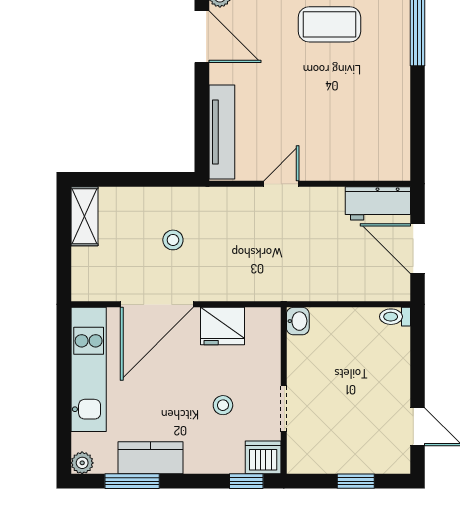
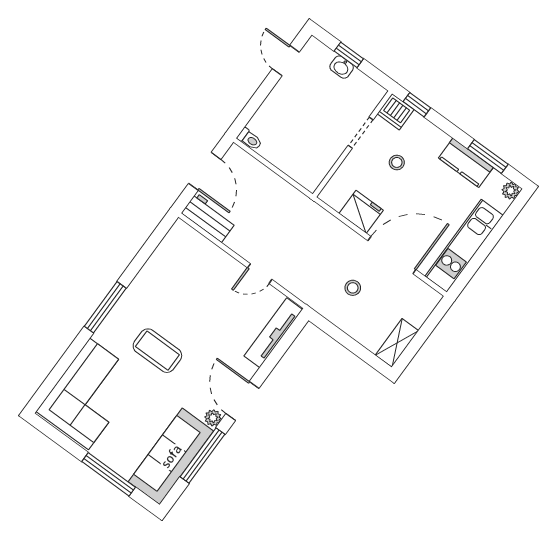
washbasin: (298, 321) -> (342, 67), moved, turned -90

